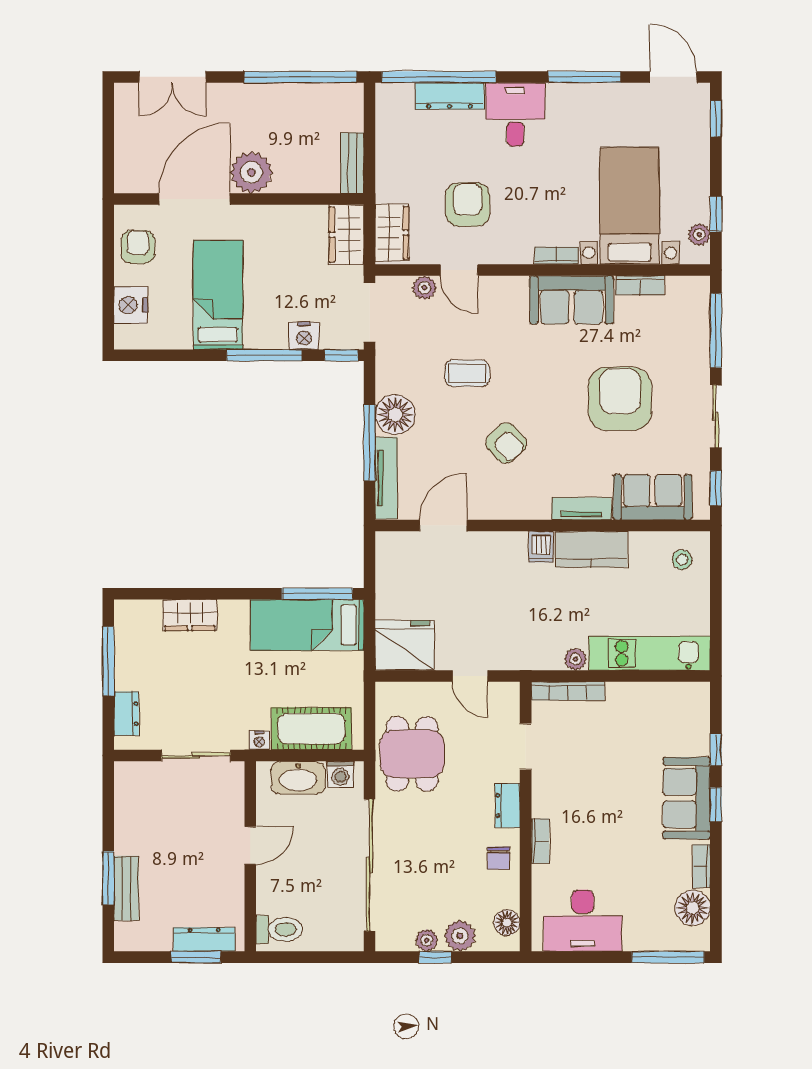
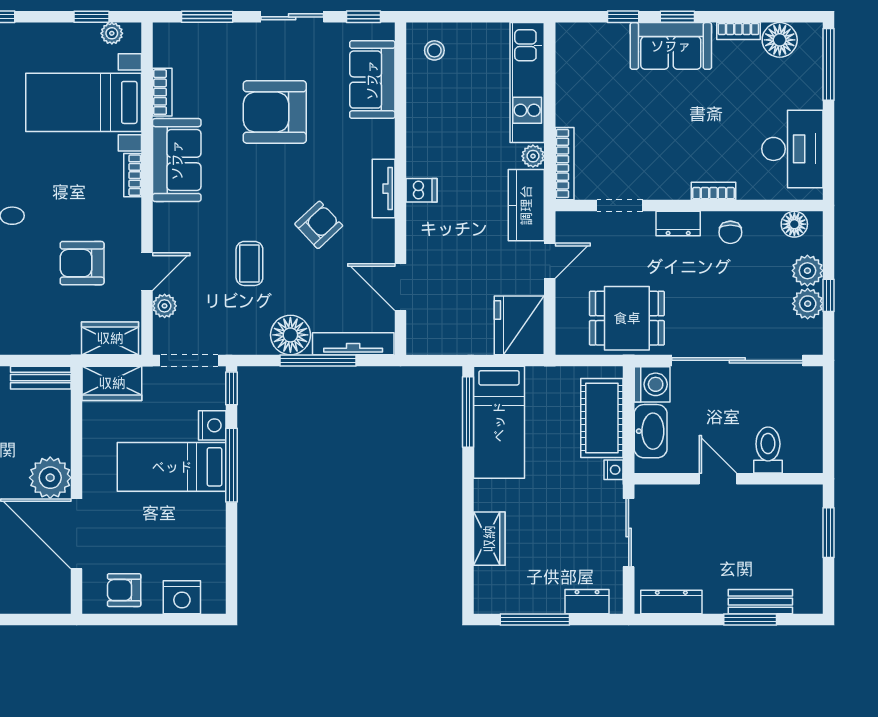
bed: (218, 295) -> (172, 467), moved
window: (716, 331) -> (207, 17), width x0.69
tv unit: (582, 509) -> (384, 189), moved
kitchen counter: (591, 549) -> (526, 205), moved, turned 180
washing machine: (340, 774) -> (652, 384), width x1.38, depth x1.38
chair: (499, 858) -> (730, 232), turned 90
toilet: (279, 929) -> (768, 450), moved
dresser: (204, 939) -> (671, 602), moved, turned 90
plant: (427, 940) -> (808, 304), width x1.38, depth x1.38

